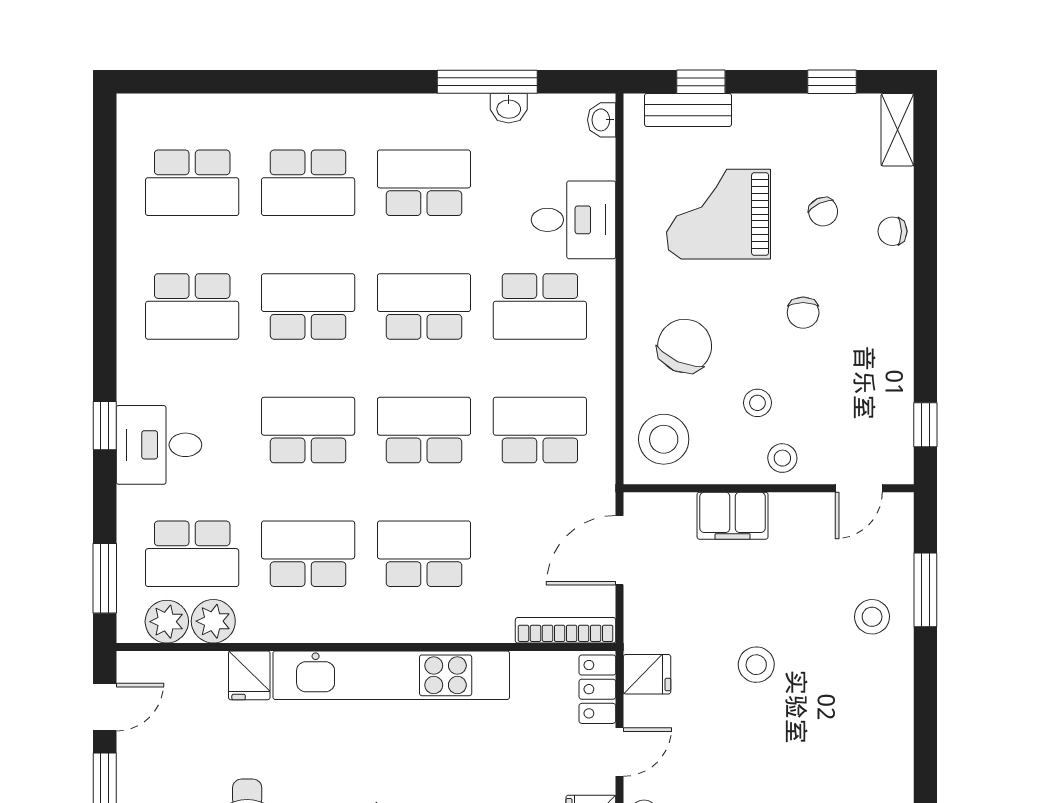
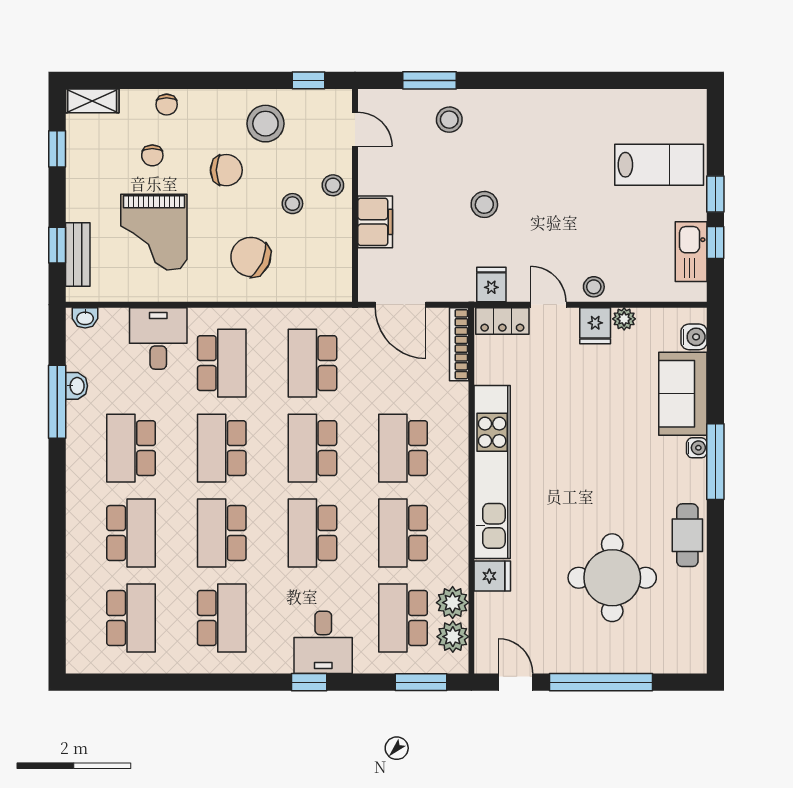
chair: (823, 212) -> (152, 155), turned 115
chair: (803, 313) -> (226, 170), width x1.37, depth x1.37
stool: (664, 439) -> (265, 124), moved
school desk: (192, 554) -> (403, 618), turned 180

